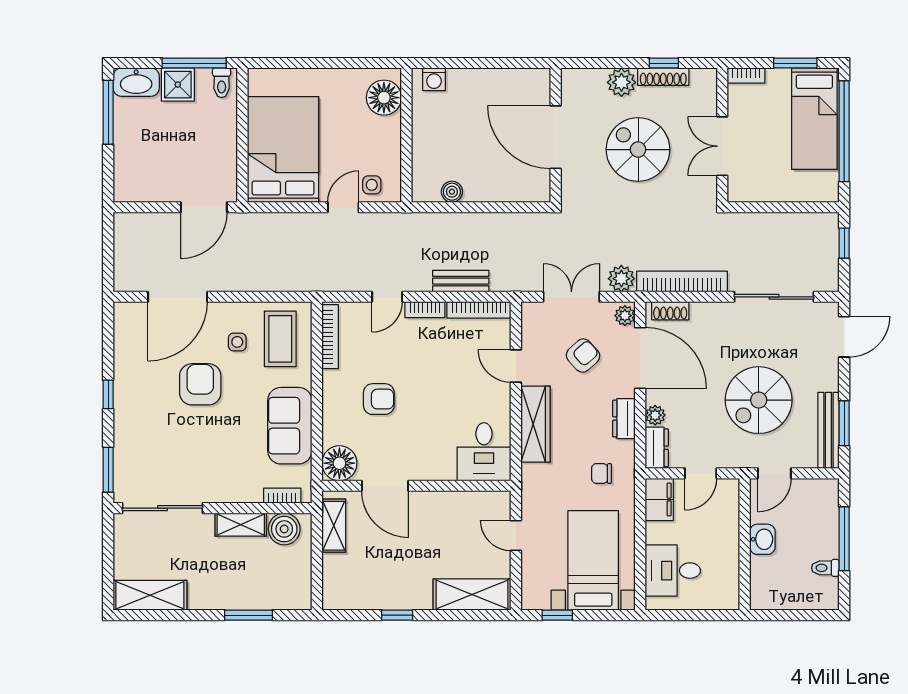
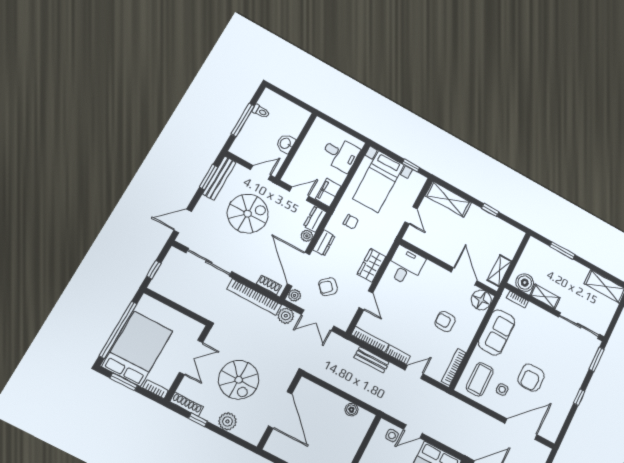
shoe rack: (663, 77) -> (187, 404), moved
bed: (814, 119) -> (137, 349), width x1.50
wardrobe: (536, 424) -> (371, 265), width x0.67

